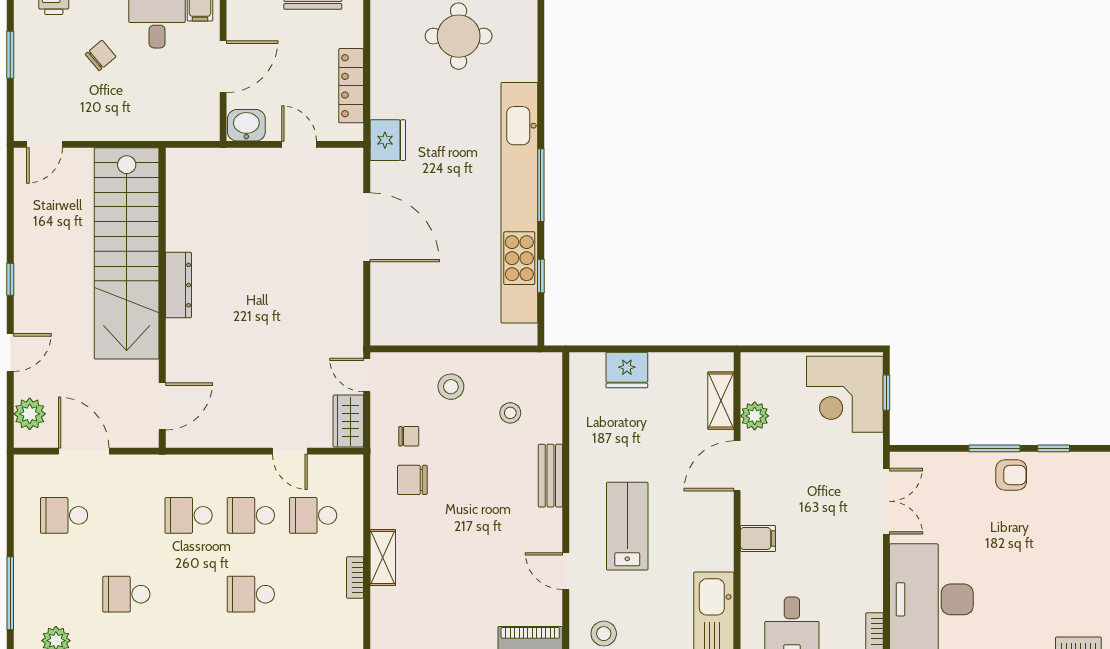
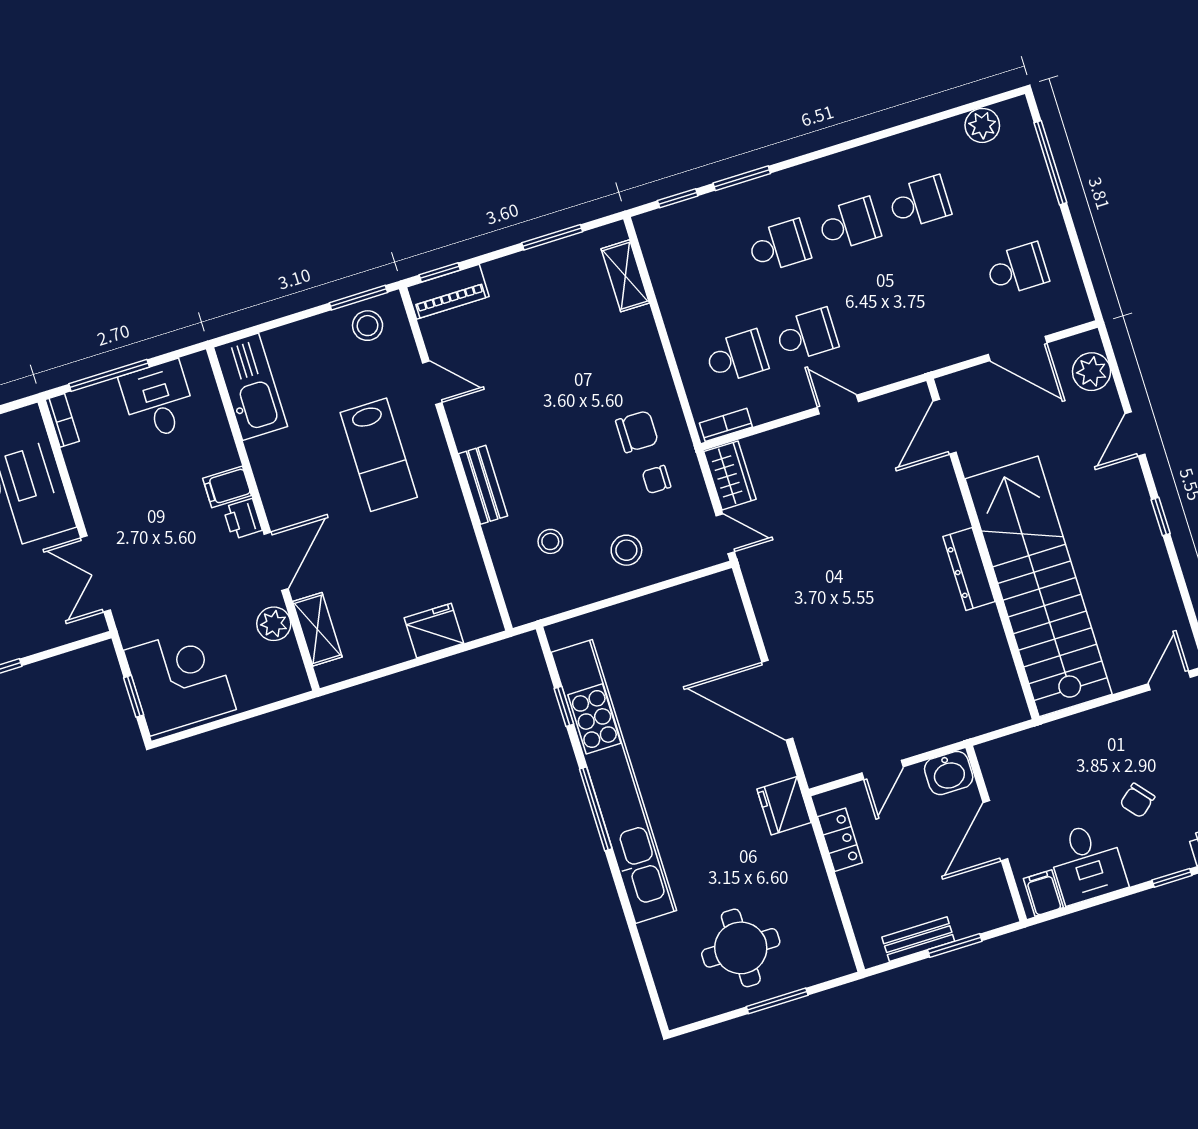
locker: (351, 86) -> (840, 840), width x0.66
door: (299, 144) -> (882, 770), hinge flipped
door: (290, 451) -> (838, 405), moved
printer: (753, 509) -> (243, 519), added
school desk: (189, 515) -> (849, 224), moved
shelving: (383, 558) -> (625, 276), moved
bookcase: (355, 577) -> (726, 425), moved, turned -90

